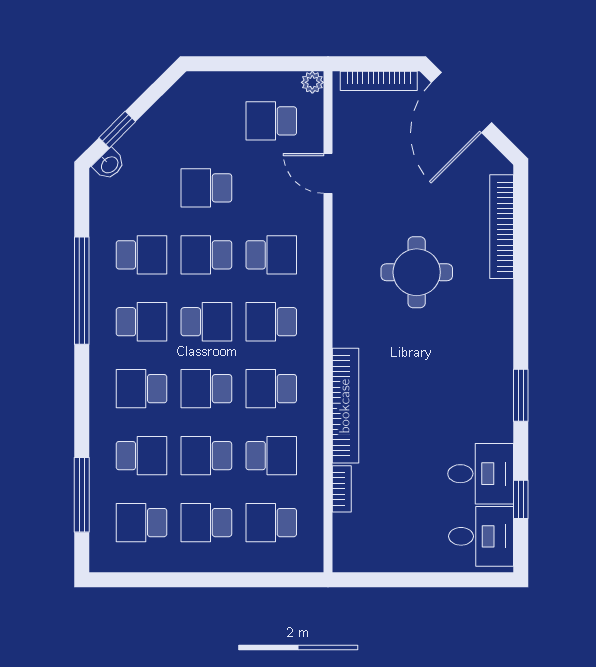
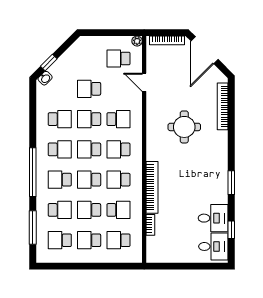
window: (82, 291) -> (33, 172), moved
school desk: (206, 322) -> (89, 149), turned 180

